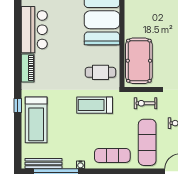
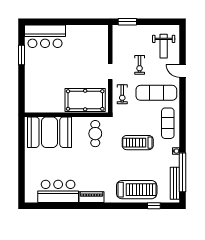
window: (18, 105) -> (154, 206), moved
treadmill: (95, 105) -> (138, 143), moved, turned 90

